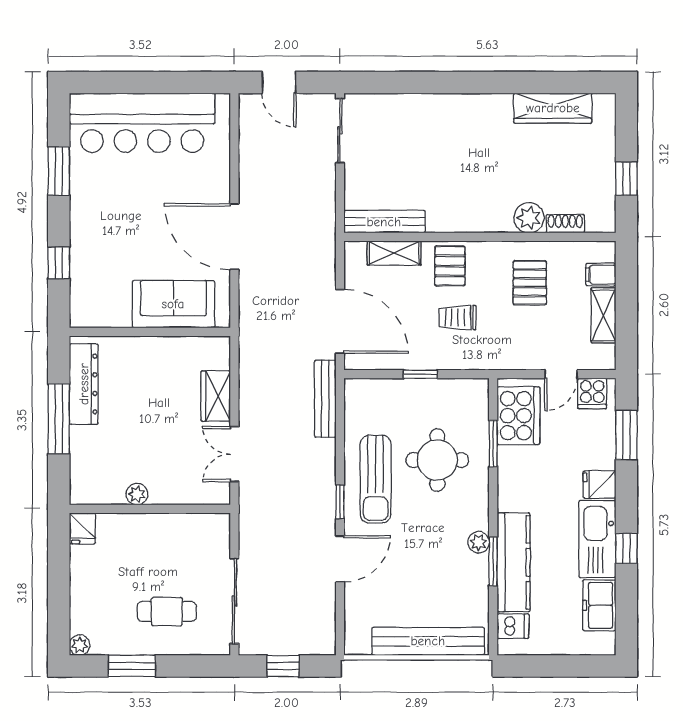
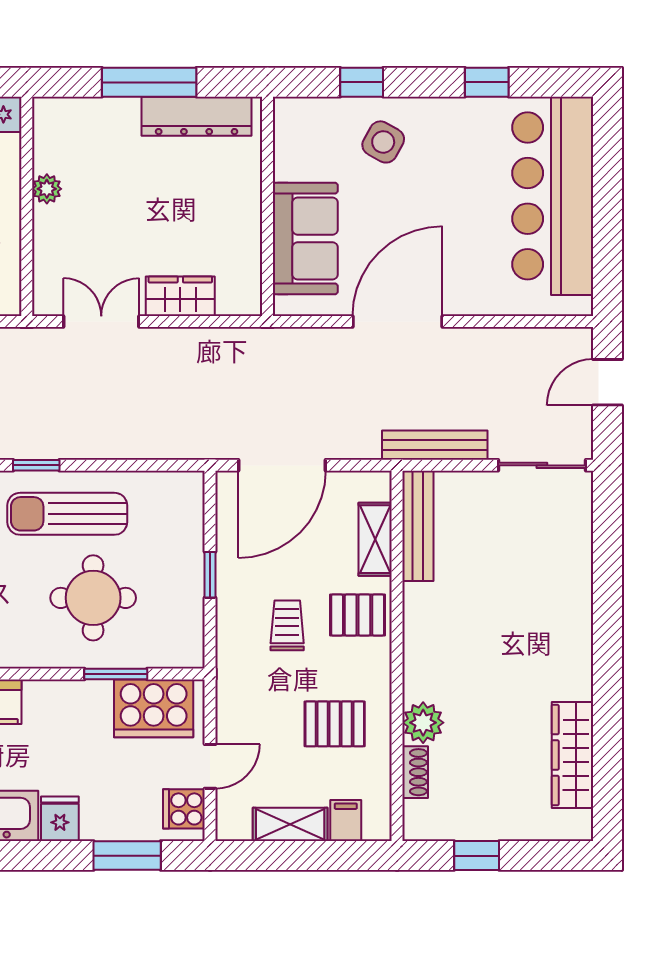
window: (59, 171) -> (487, 82), width x0.67
side table: (103, 247) -> (383, 142), added
door: (561, 374) -> (210, 766), swing flipped
bench: (325, 399) -> (435, 445), moved

